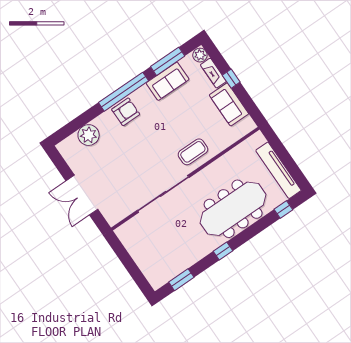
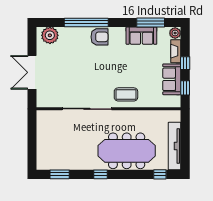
window: (123, 92) -> (86, 22), moved
window: (248, 104) -> (185, 88), added
plant: (89, 135) -> (50, 35), moved

